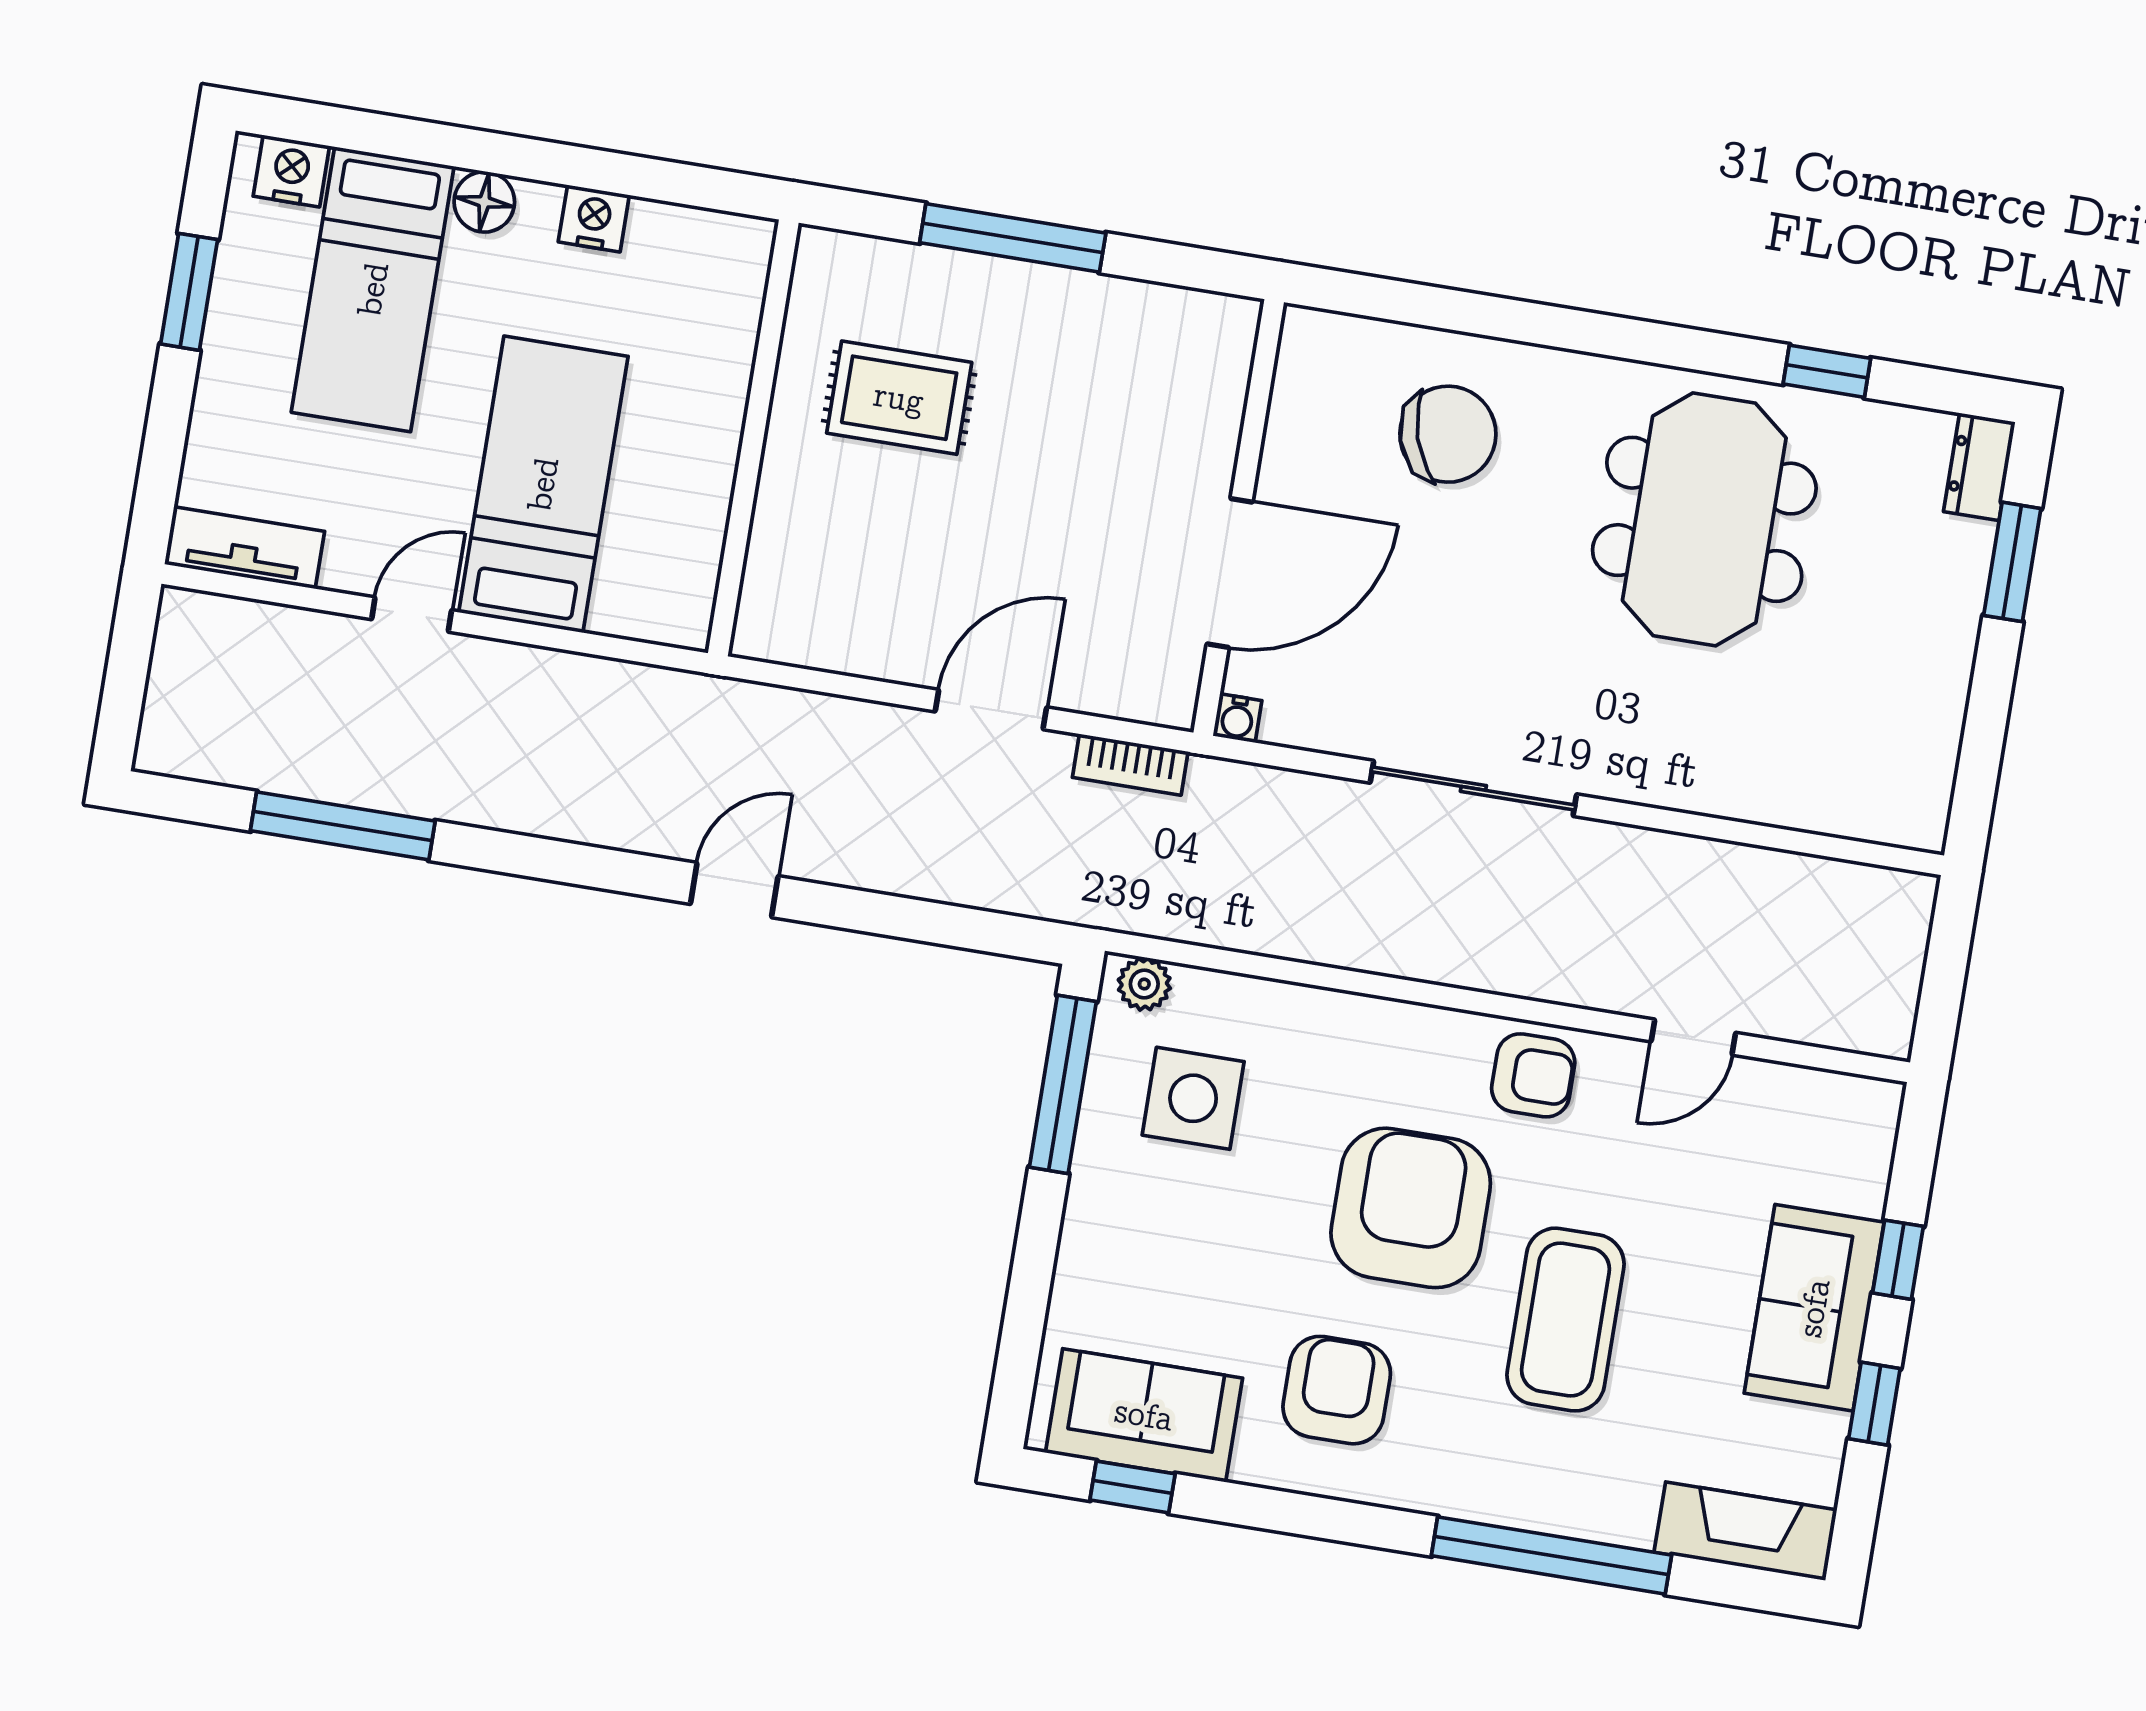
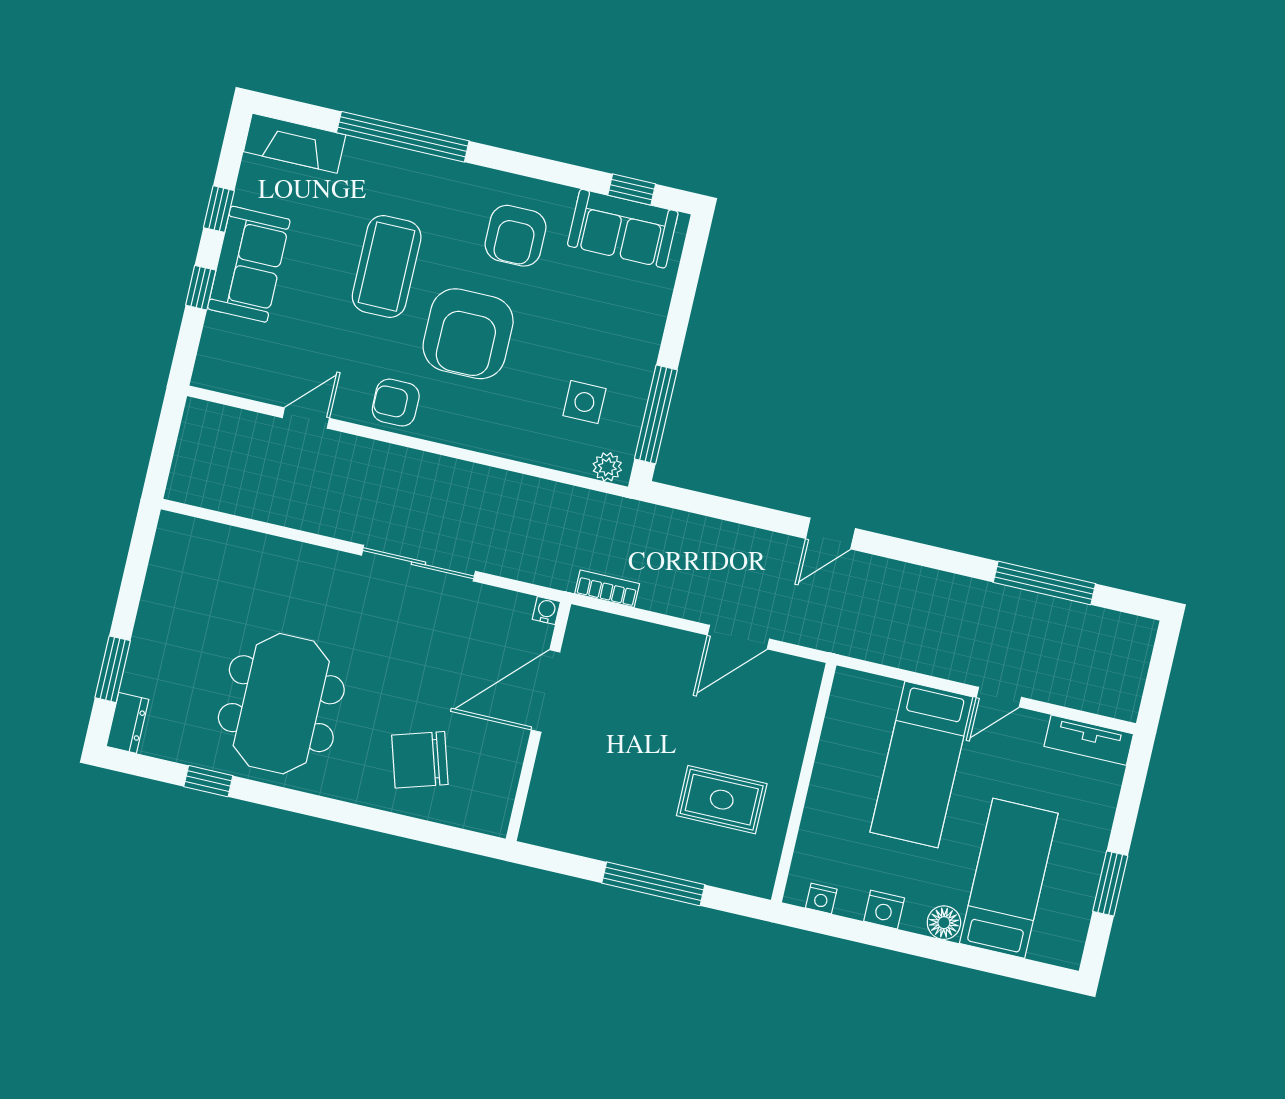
nightstand: (291, 171) -> (821, 898), moved, width x0.72, depth x0.74
door: (991, 709) -> (738, 637), moved
side table: (1193, 1098) -> (584, 402), width x0.73, depth x0.73

